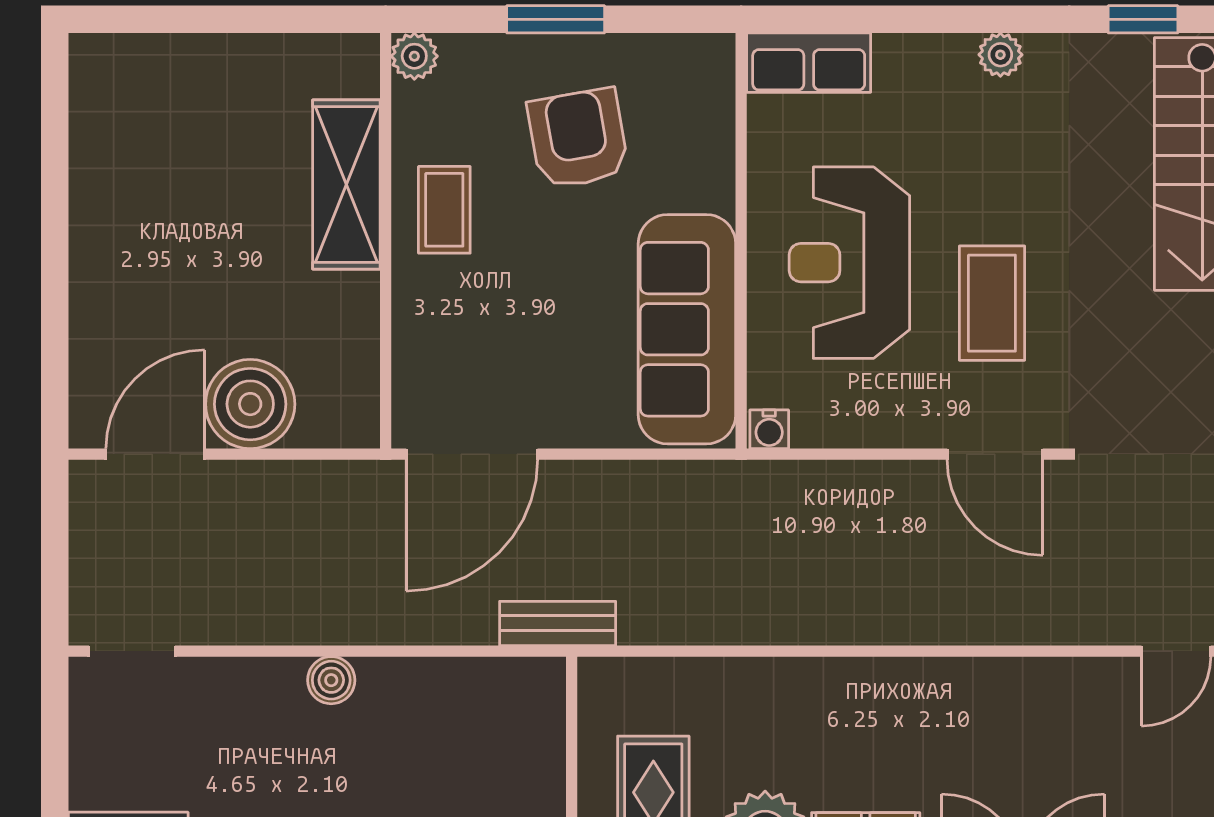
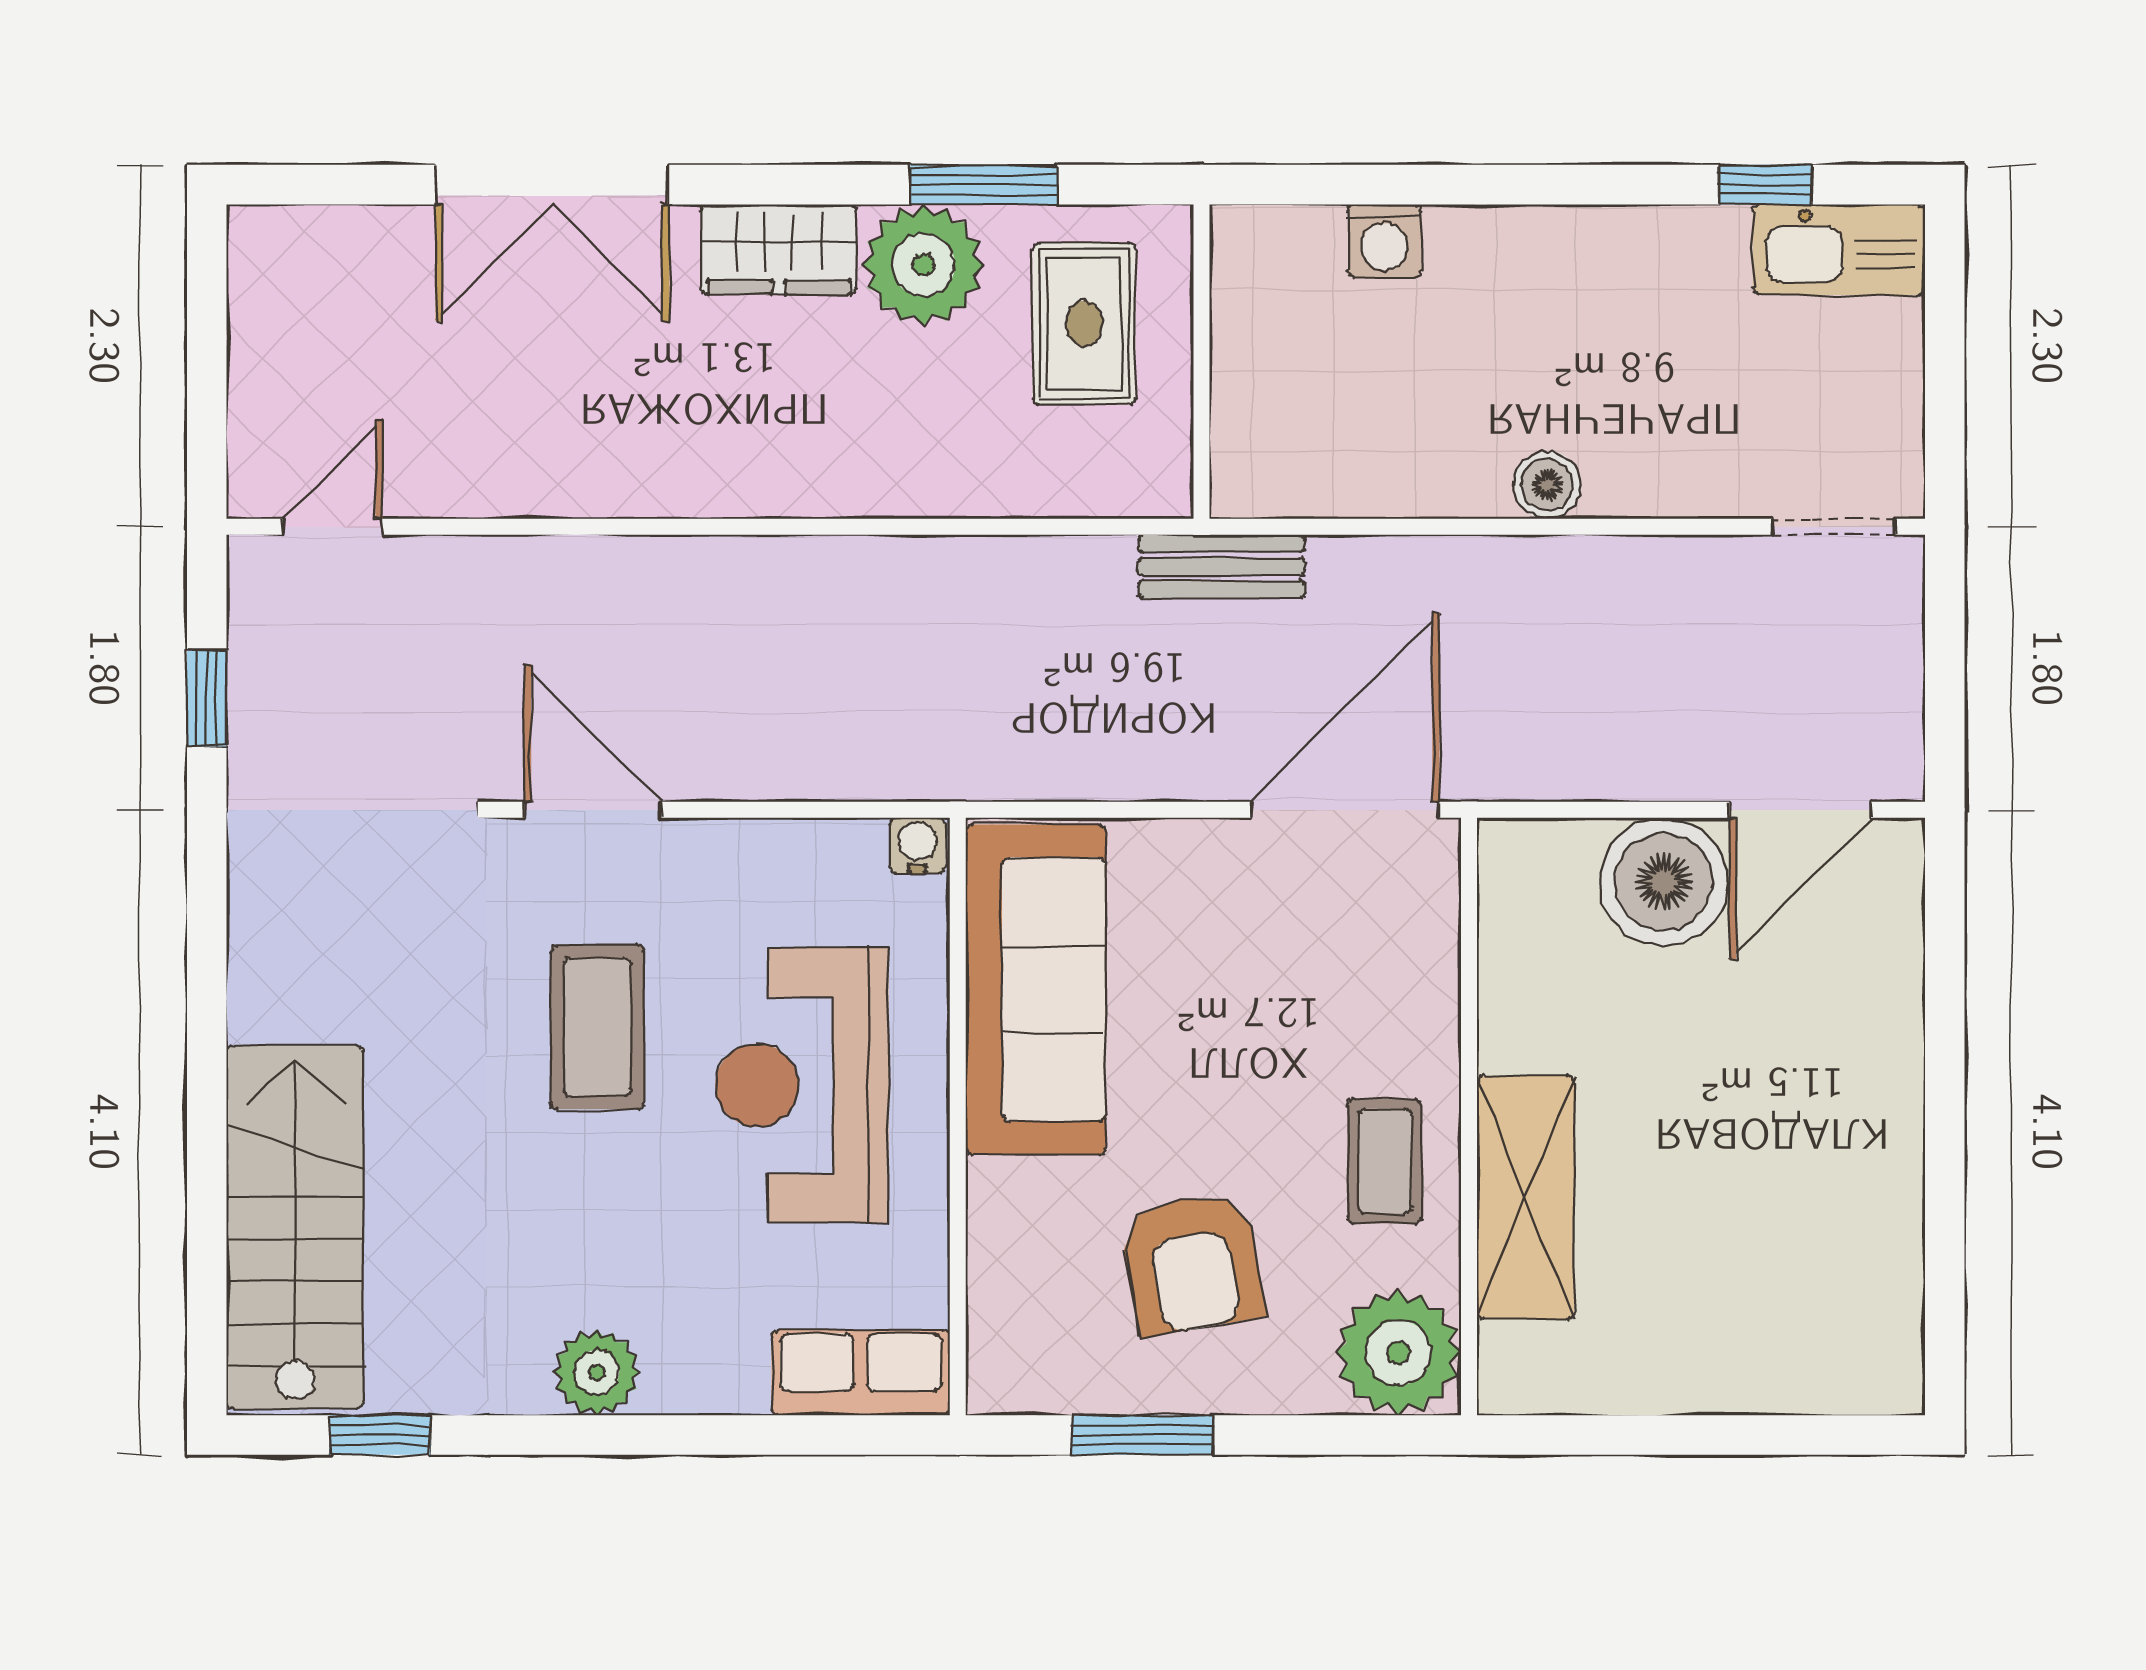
window: (556, 19) -> (1142, 1435), moved
plant: (1000, 55) -> (597, 1372), width x1.38, depth x1.38
plant: (414, 56) -> (1398, 1353), width x1.87, depth x1.87
reception desk: (849, 263) -> (802, 1085), turned 180

